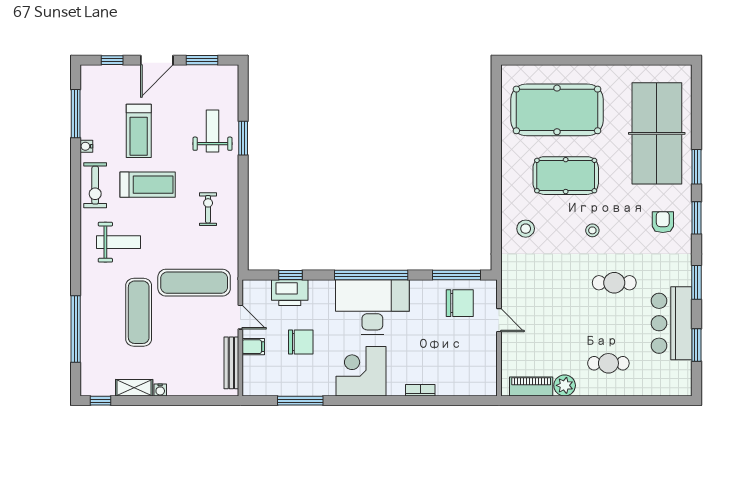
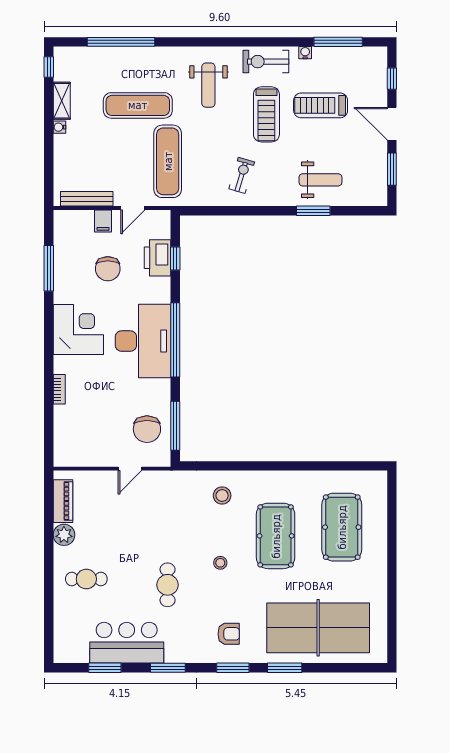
pool table: (557, 110) -> (342, 527), width x0.73, depth x0.76
exercise bike: (208, 209) -> (242, 175), turned -73
cafe table: (608, 363) -> (86, 579), turned 90

